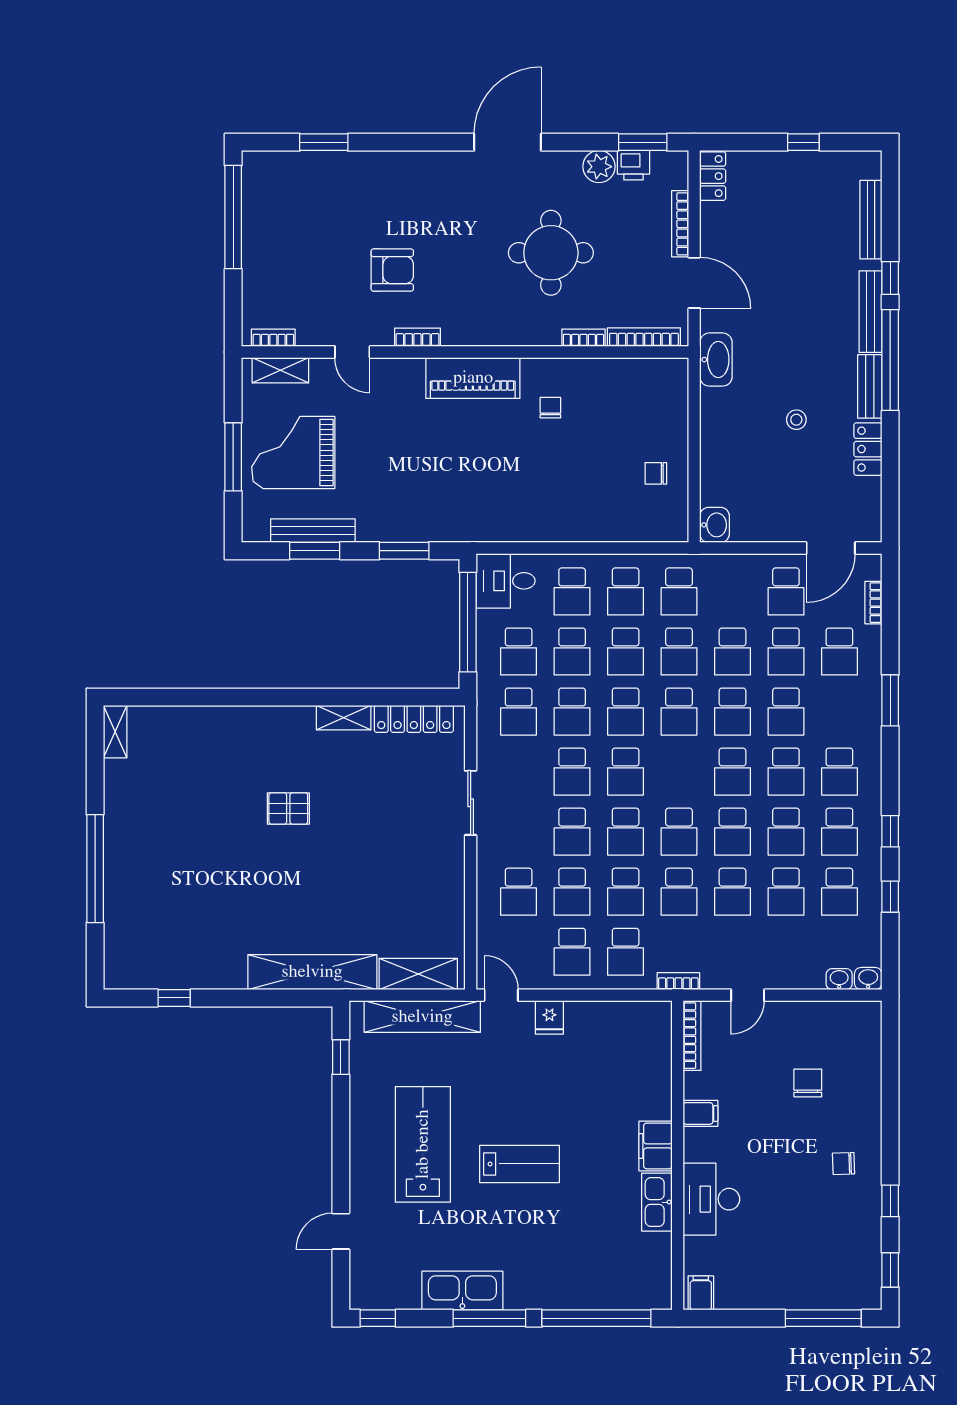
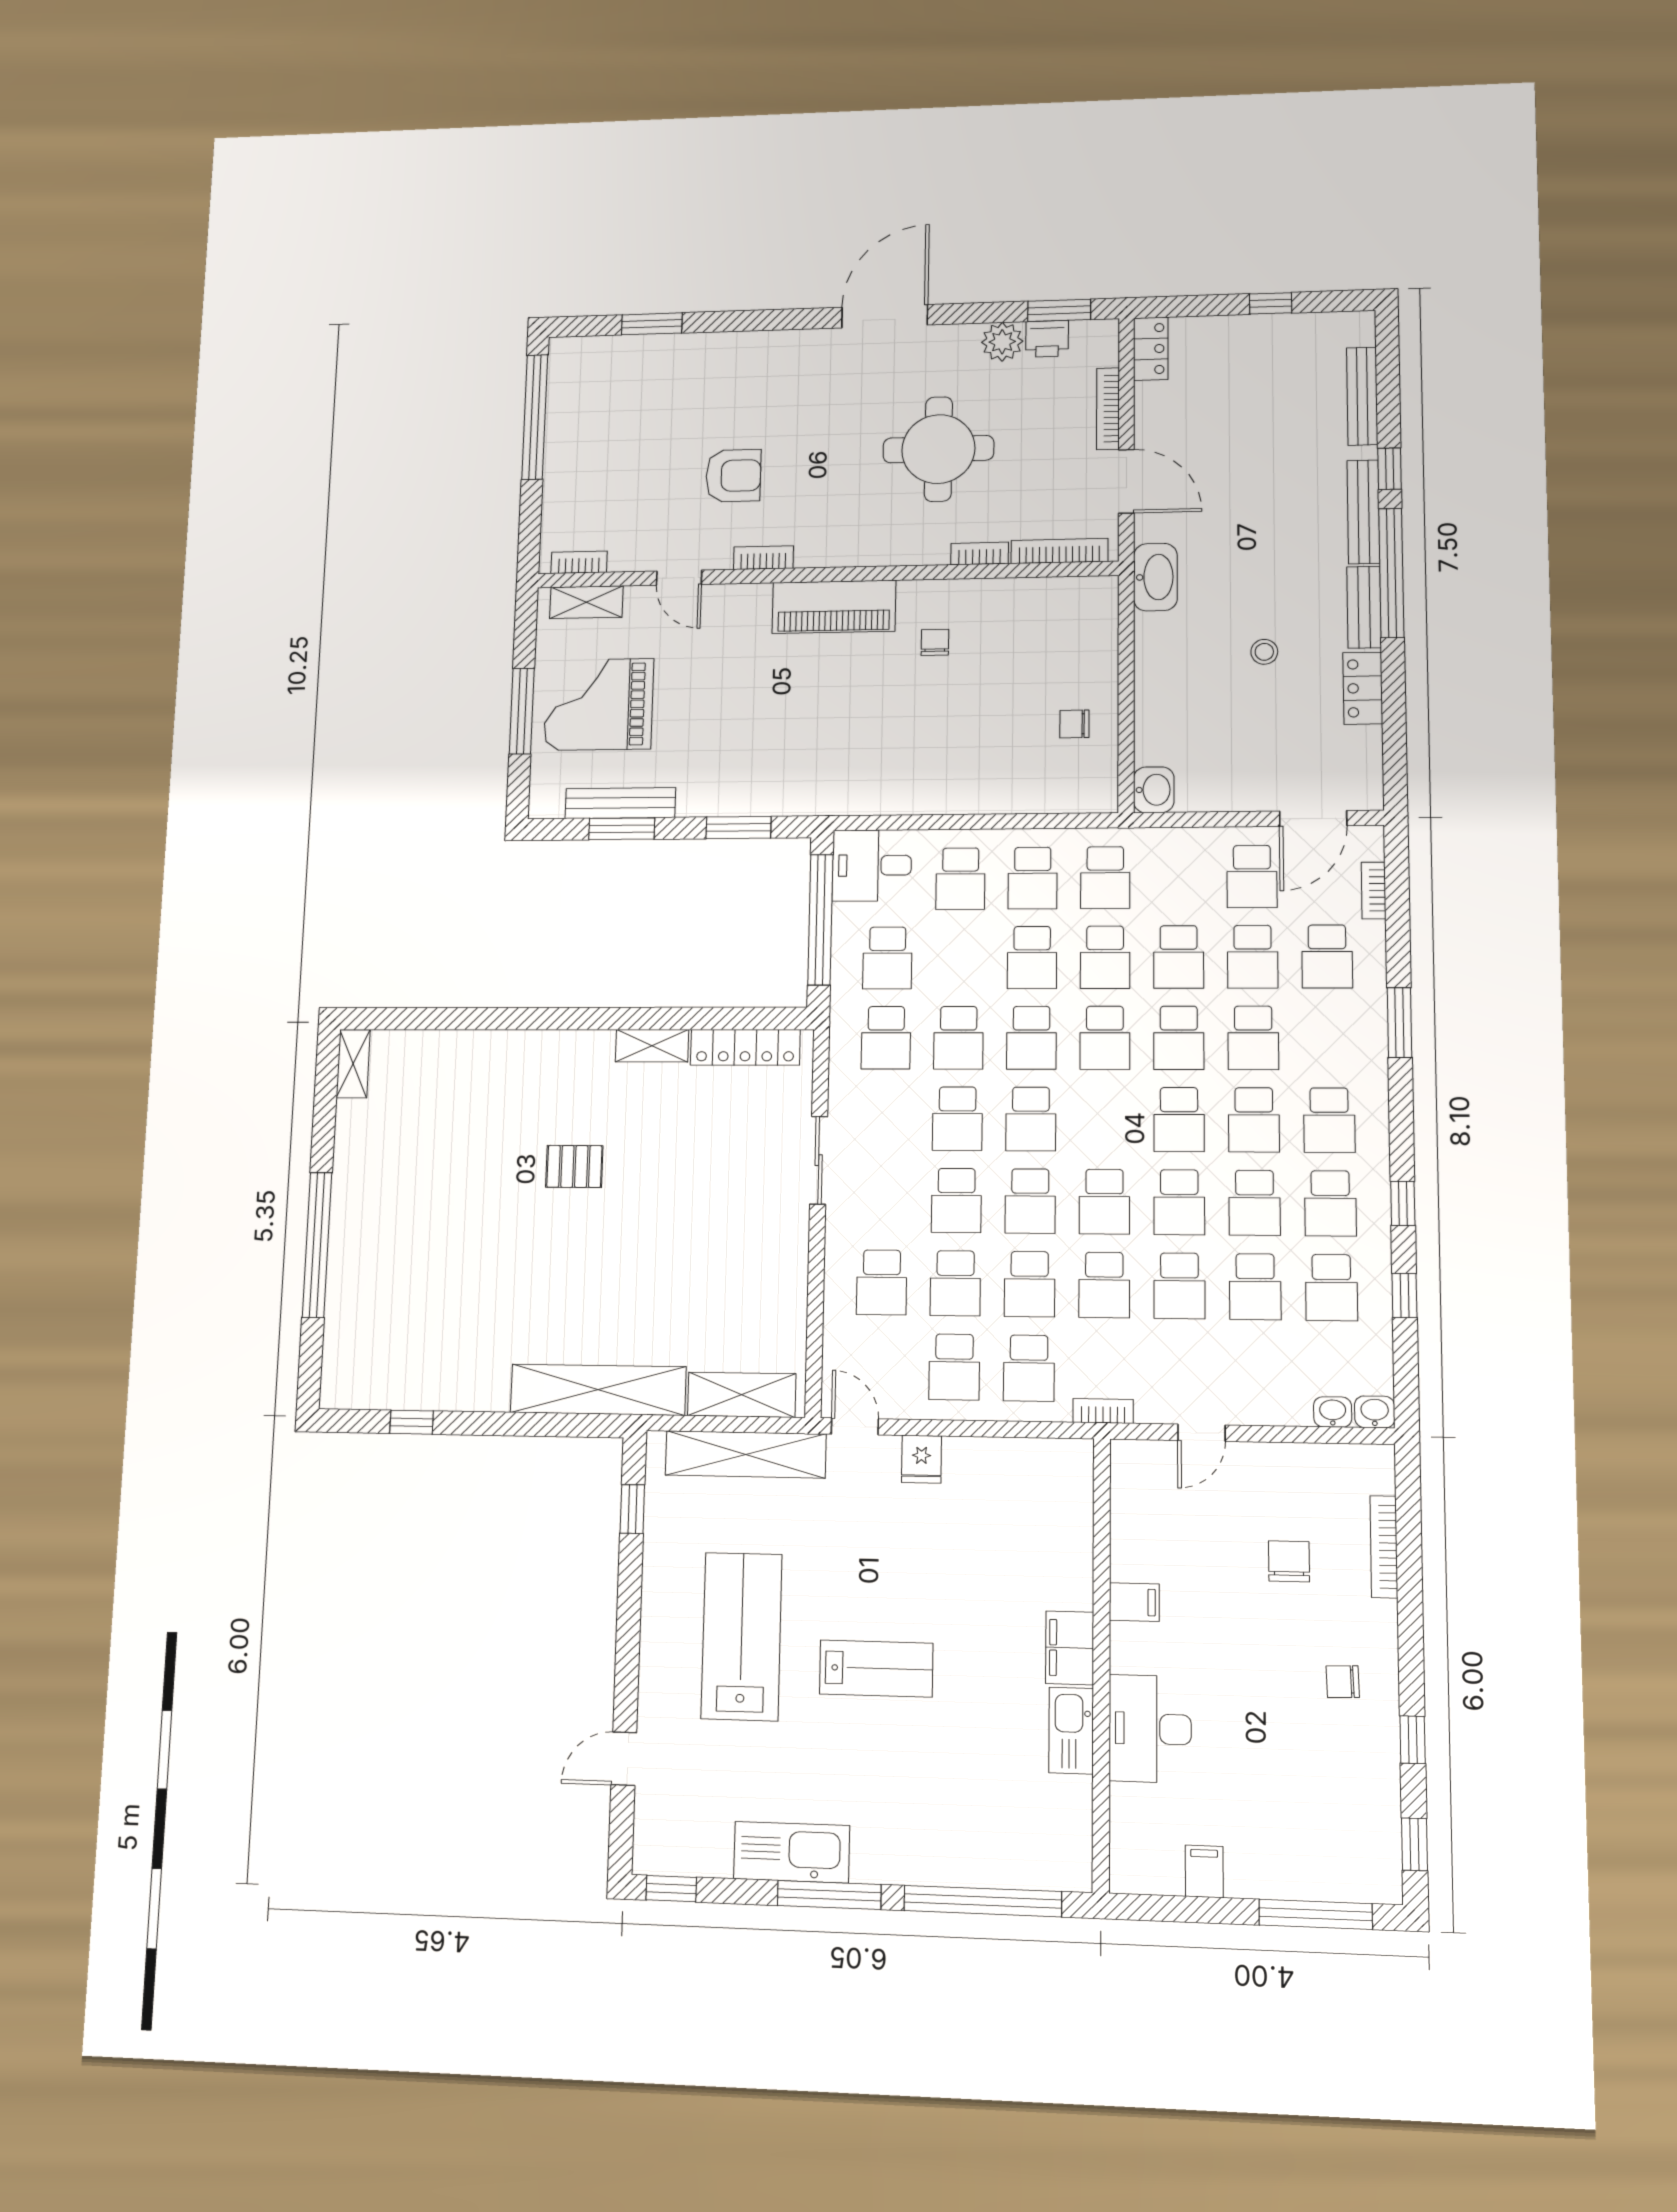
school desk: (572, 652) -> (959, 958), removed
bookcase: (692, 1036) -> (1384, 1547), moved, turned 180
filing cabinet: (701, 1293) -> (1204, 1871), moved

